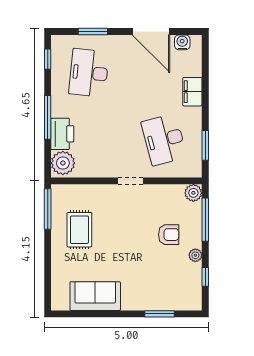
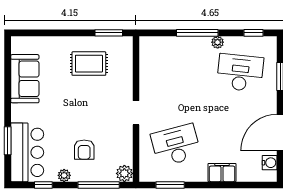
printer: (62, 134) -> (181, 47), removed
plant: (63, 163) -> (218, 42), moved, width x0.53, depth x0.53
window: (48, 209) -> (109, 33), width x0.69
bar counter: (171, 294) -> (27, 152), added

